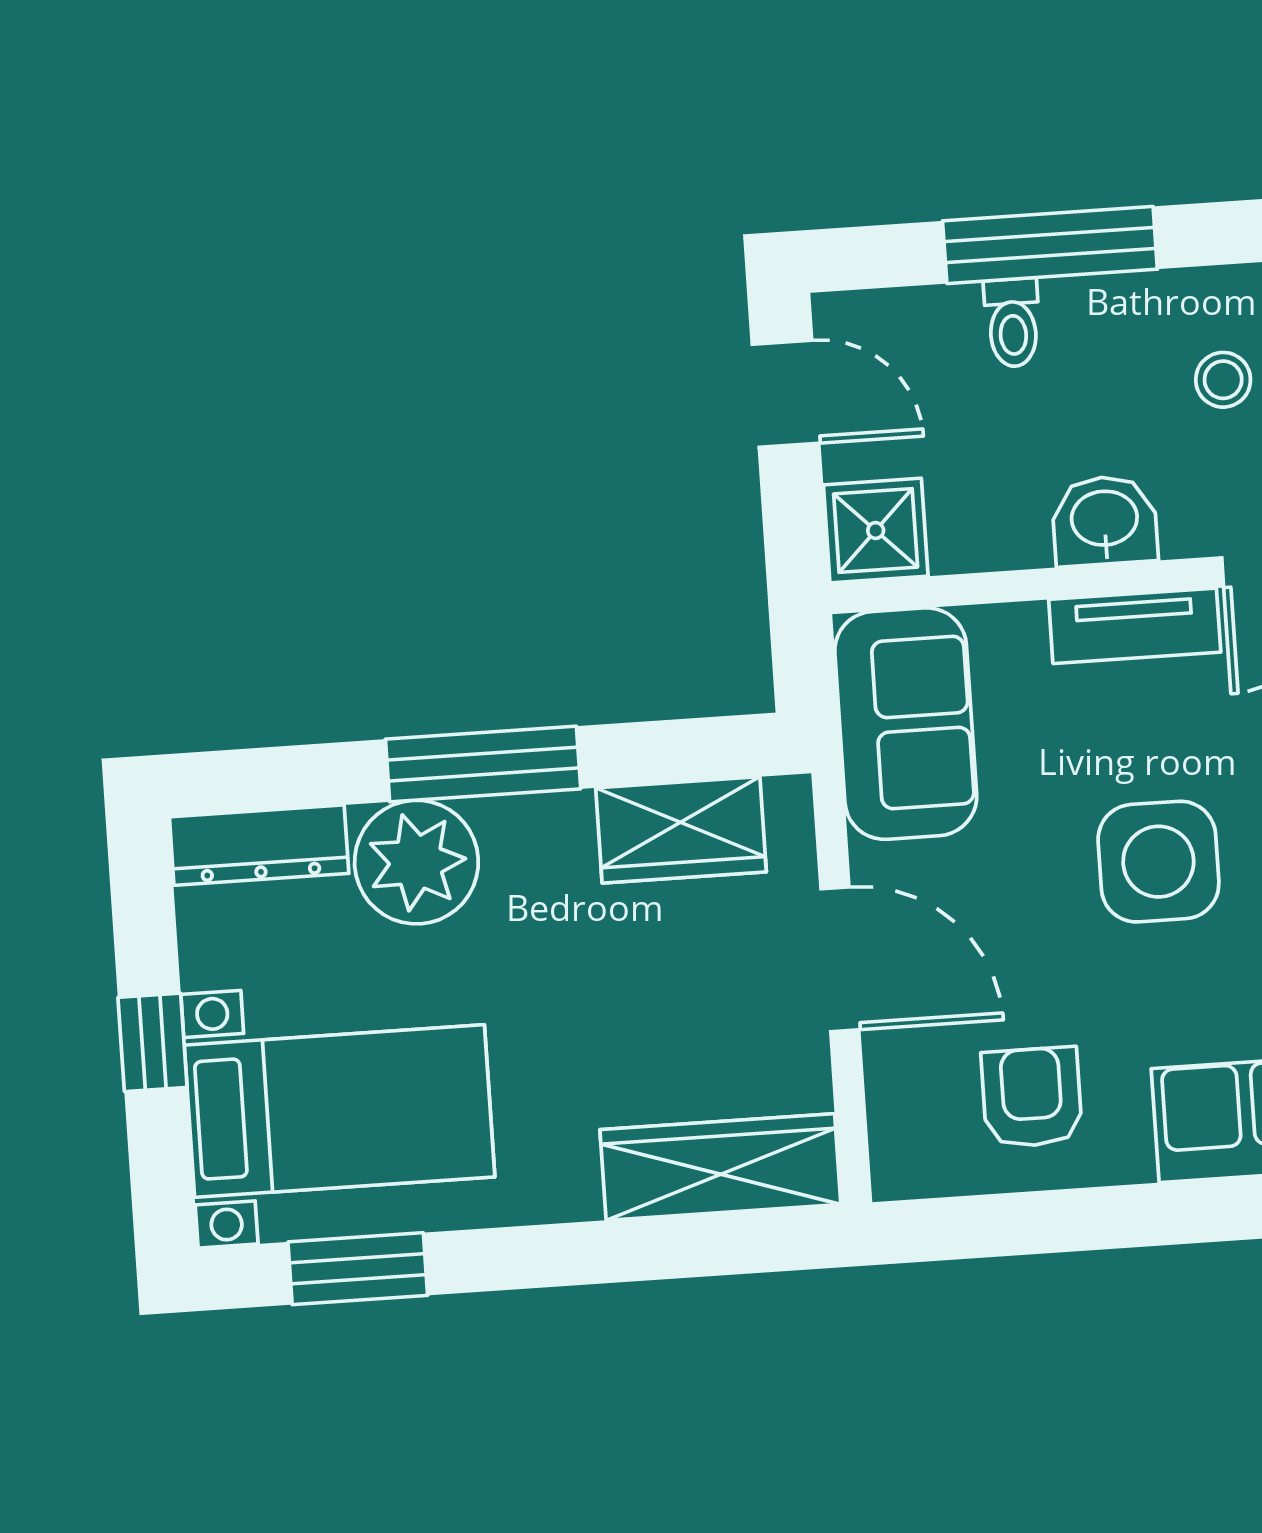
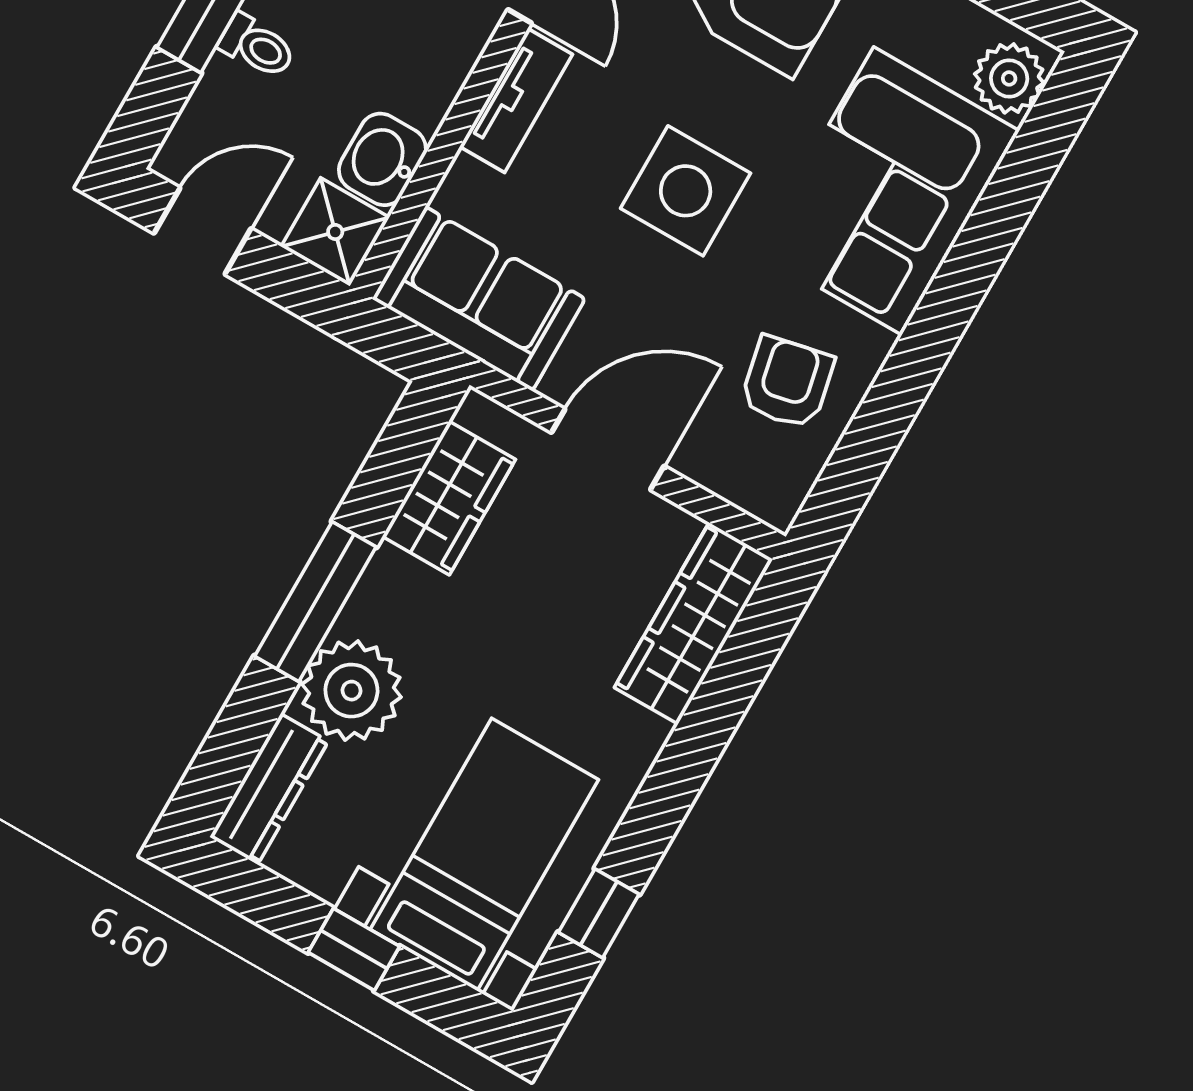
washbasin: (1105, 521) -> (382, 159), moved
armchair: (1032, 1097) -> (787, 382), turned 78
window: (358, 1269) -> (599, 913), width x0.67

